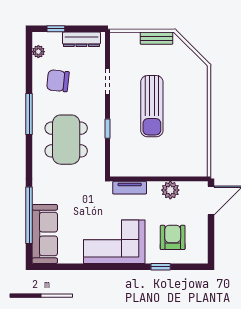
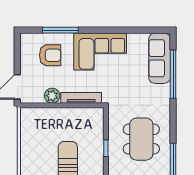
tv unit: (130, 188) -> (81, 98), width x1.41
armchair: (173, 237) -> (50, 55), turned -90
window: (161, 267) -> (60, 30), width x2.17

